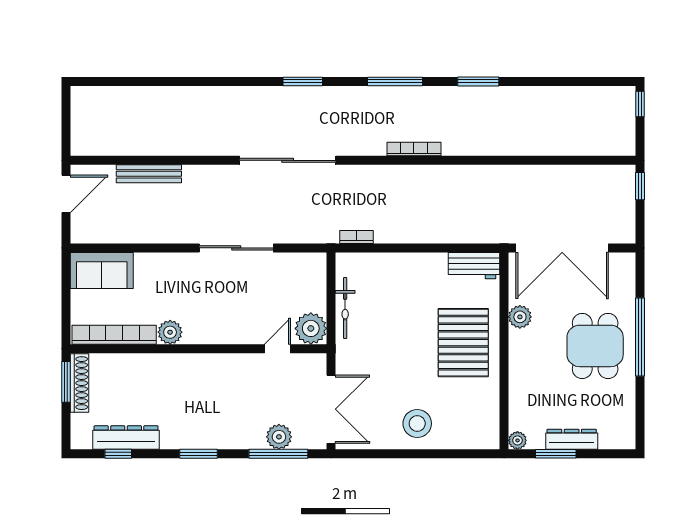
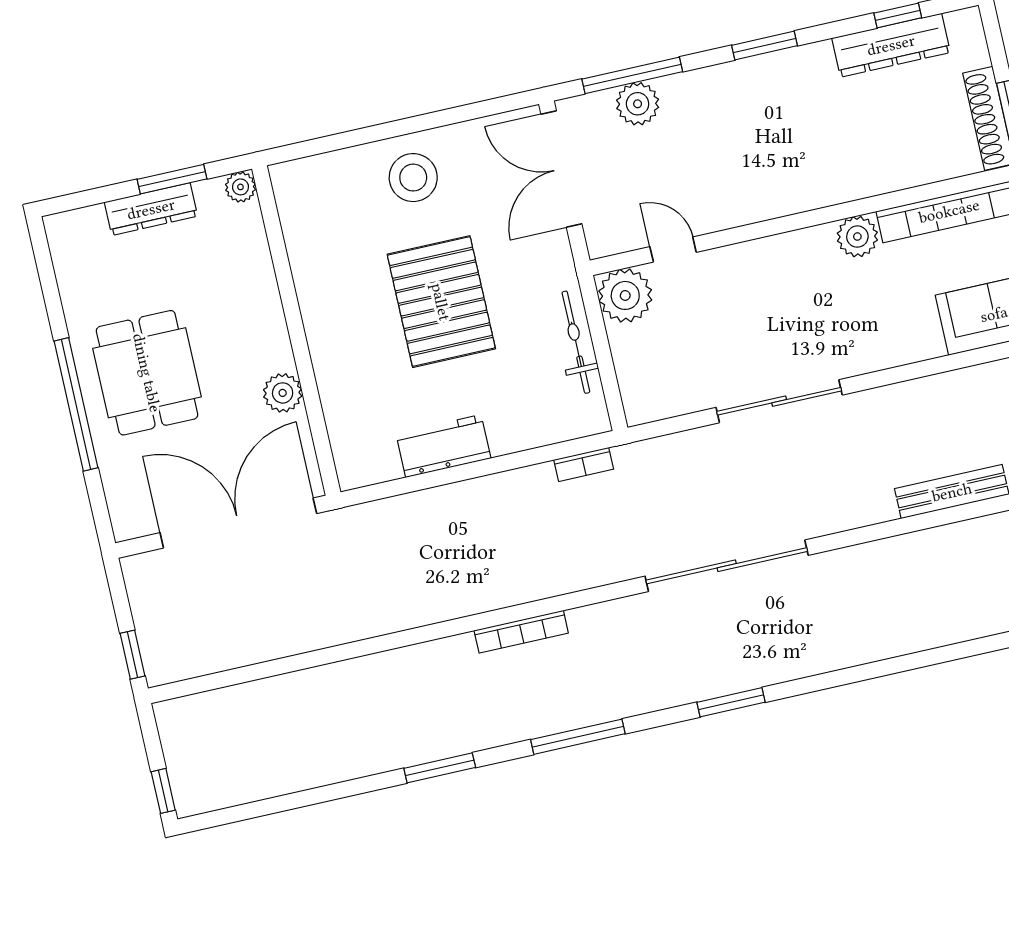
workbench: (474, 266) -> (443, 446), moved
pallet: (463, 343) -> (441, 302), moved
door: (277, 349) -> (673, 249), swing flipped

